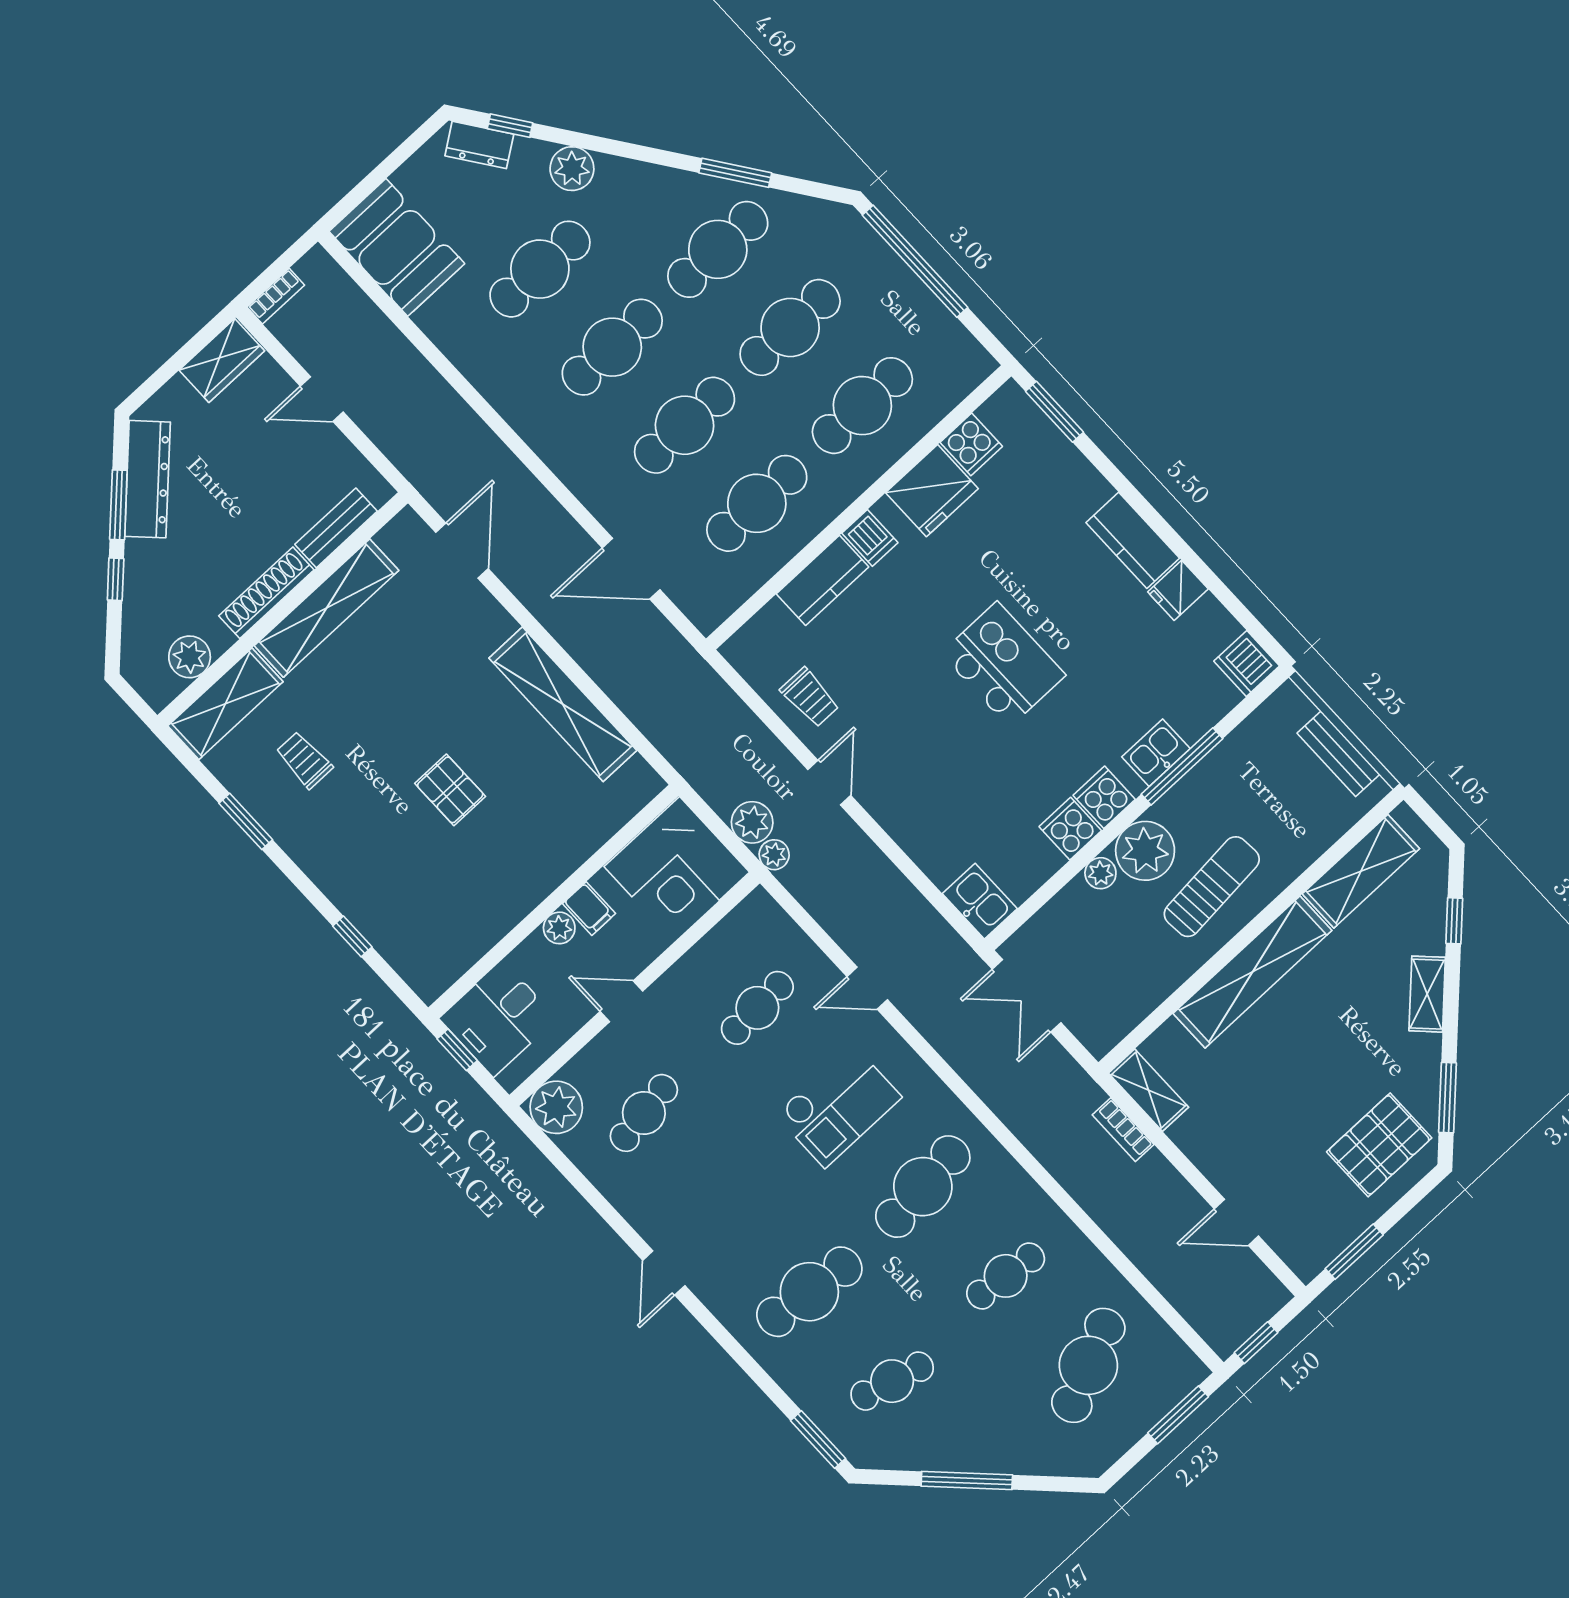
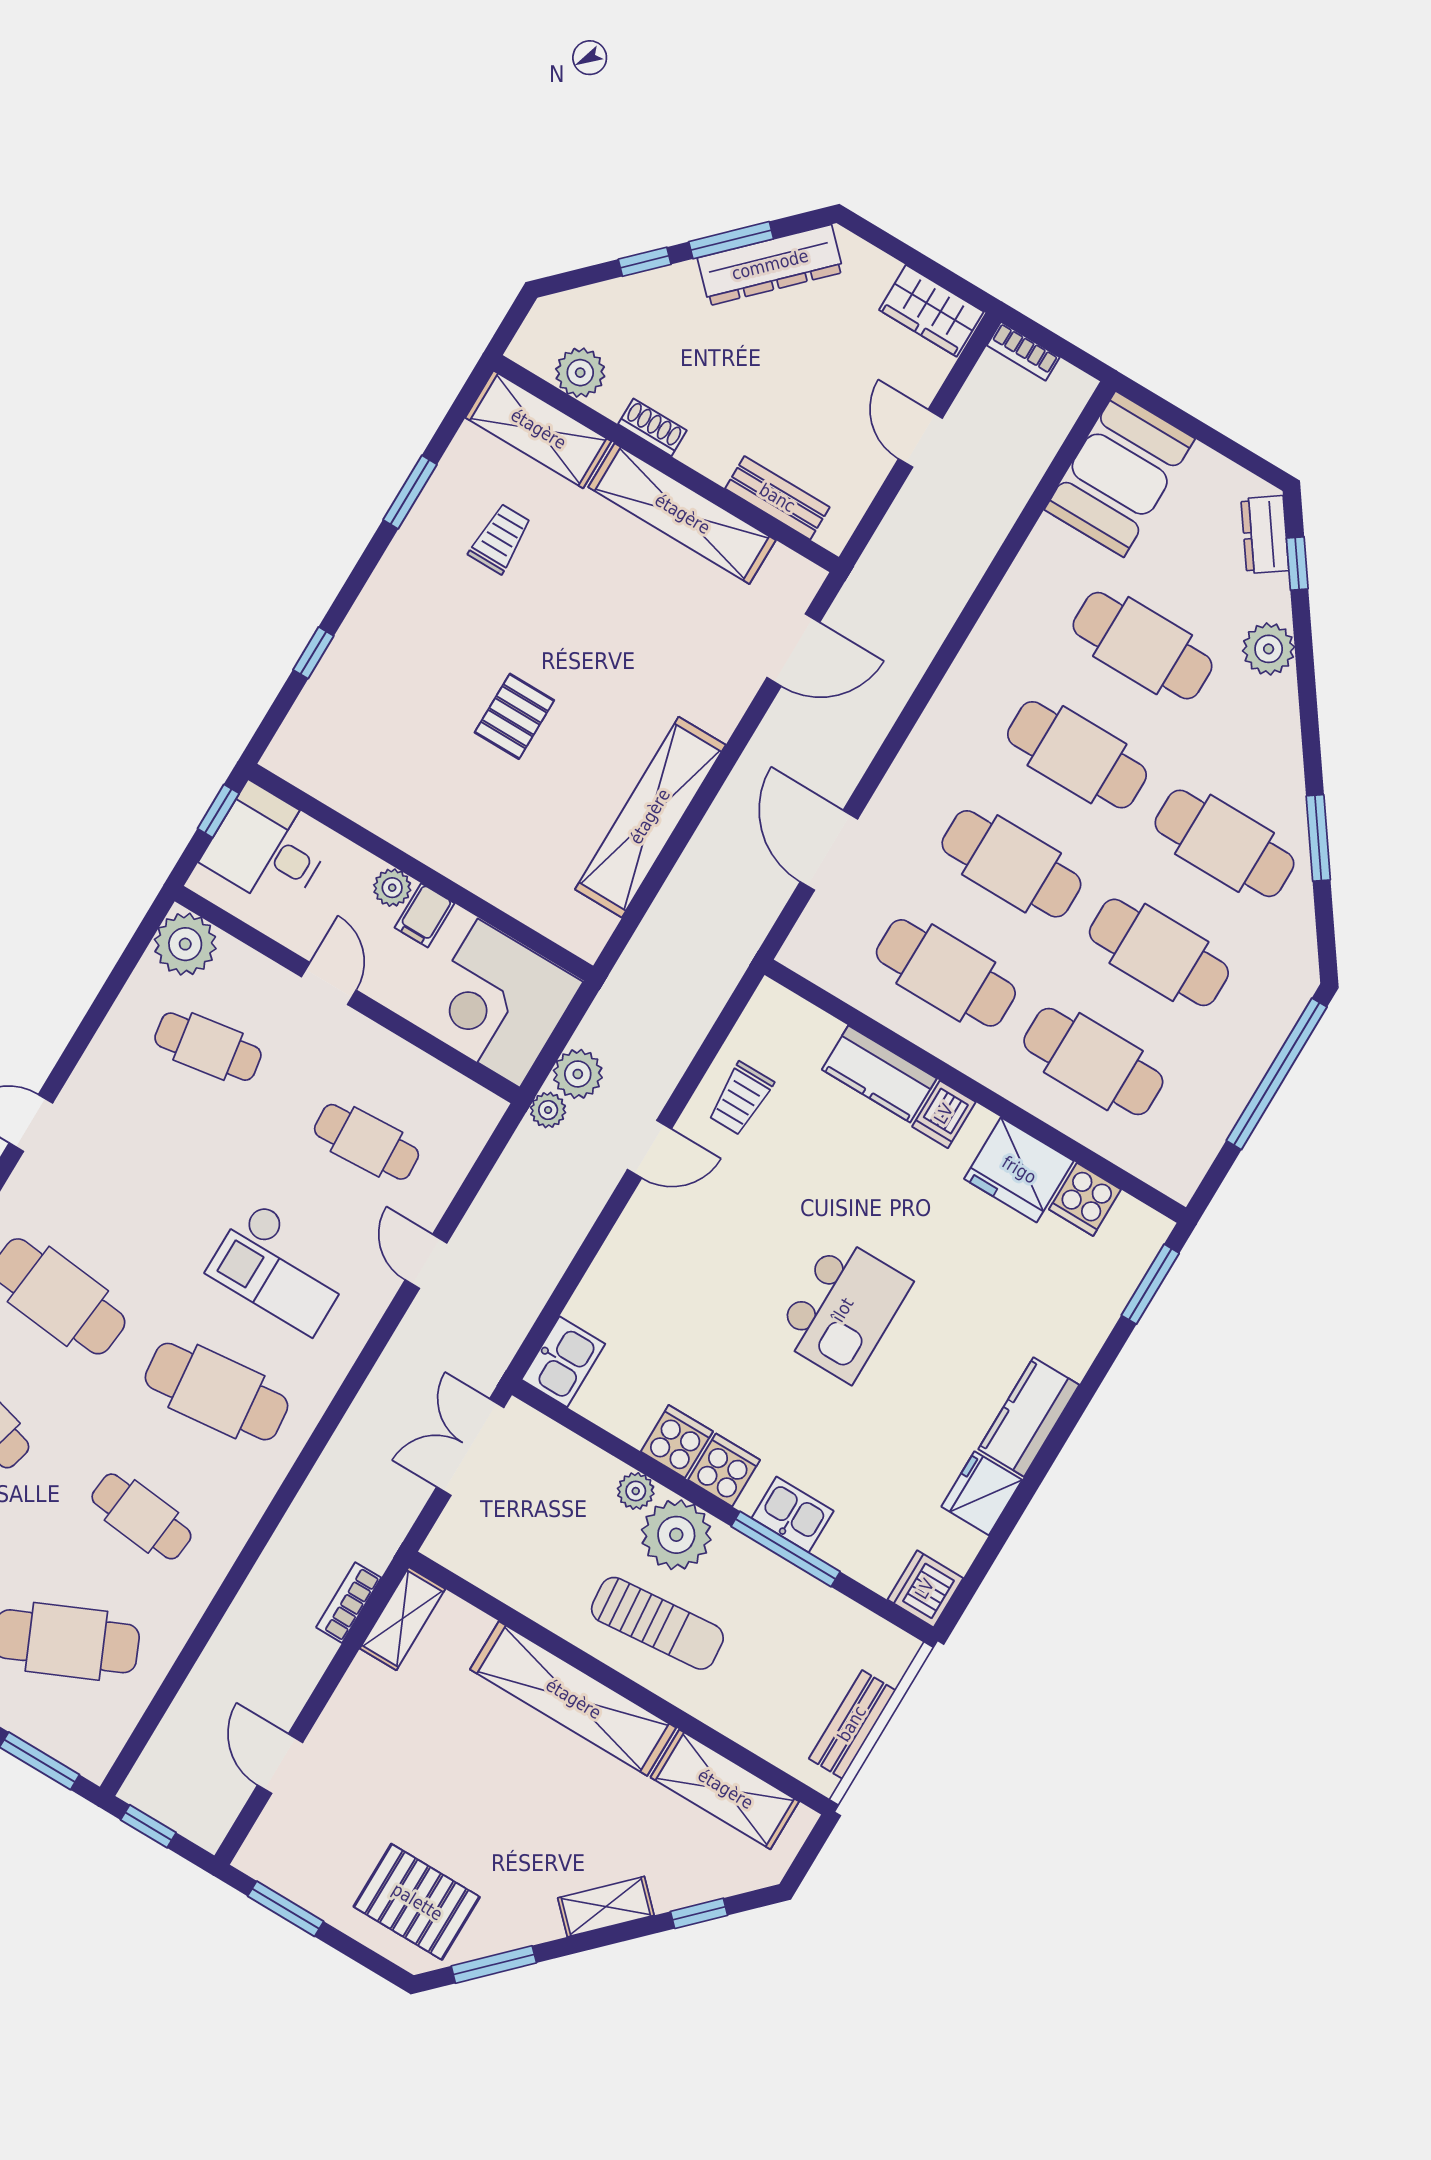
fridge: (1178, 590) -> (982, 1493), width x1.38
shoe rack: (266, 593) -> (652, 427), width x0.51, depth x0.81

